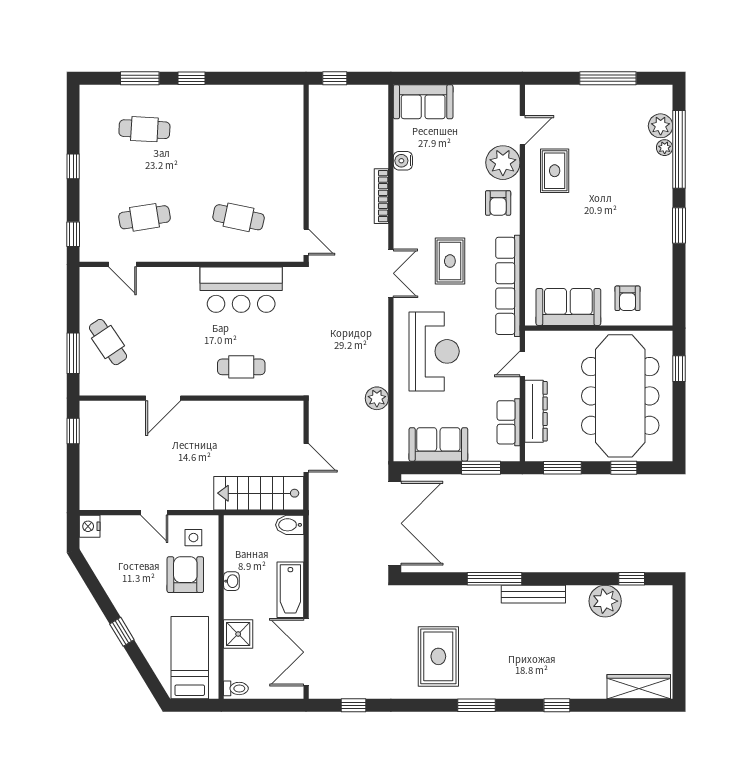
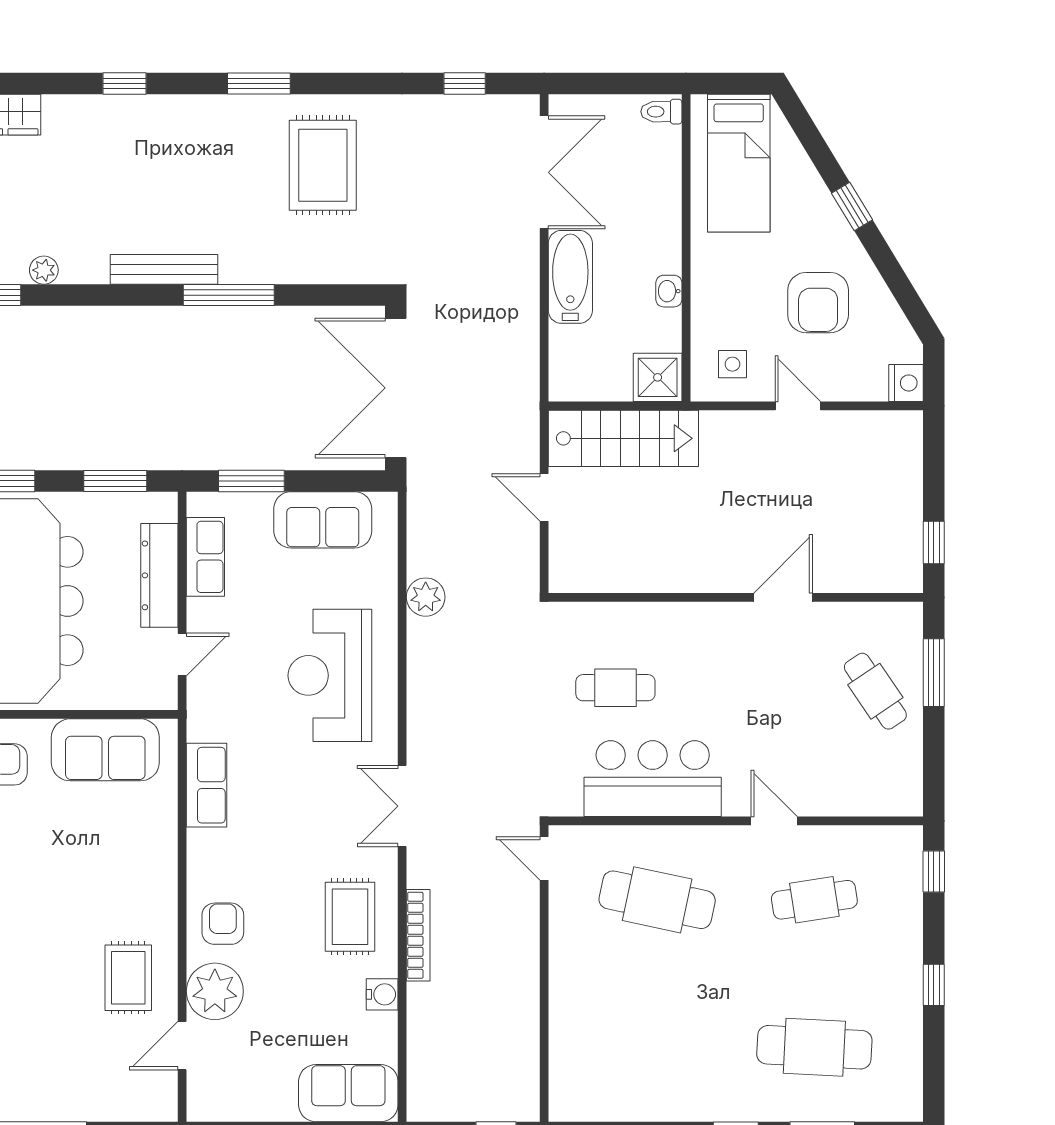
cafe table: (144, 129) -> (814, 1047), width x1.37, depth x1.35
cafe table: (239, 217) -> (657, 900), width x1.37, depth x1.35
rug: (450, 261) -> (350, 917), moved
door: (123, 264) -> (774, 821), moved
row of seats: (508, 286) -> (207, 785), width x0.50
cafe table: (241, 367) -> (615, 688), moved
bidet: (290, 525) -> (572, 385), removed
armchair: (185, 575) -> (818, 303), moved
plant: (605, 601) -> (44, 270), width x0.53, depth x0.53
shower: (238, 634) -> (658, 377), moved

